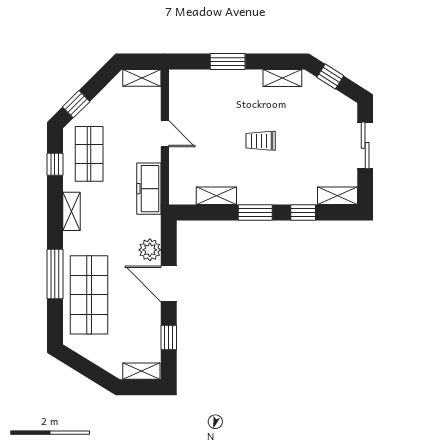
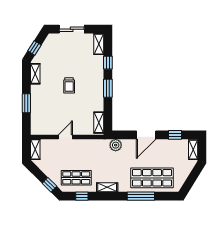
freezer: (149, 189) -> (95, 146), removed
shelving: (216, 196) -> (99, 123), moved
plant: (150, 250) -> (116, 145), moved

